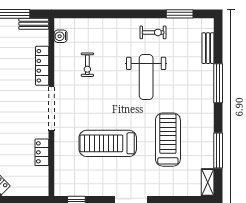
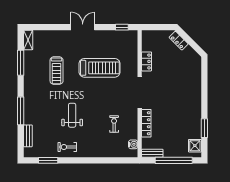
weight bench: (146, 77) -> (72, 115), width x0.73, depth x0.75
treadmill: (168, 140) -> (57, 71), width x0.73, depth x0.73

